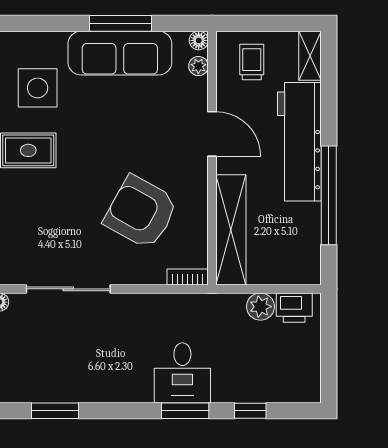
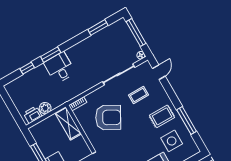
coffee table: (51, 222) -> (139, 95), added
shelving: (231, 230) -> (68, 123), width x0.68

